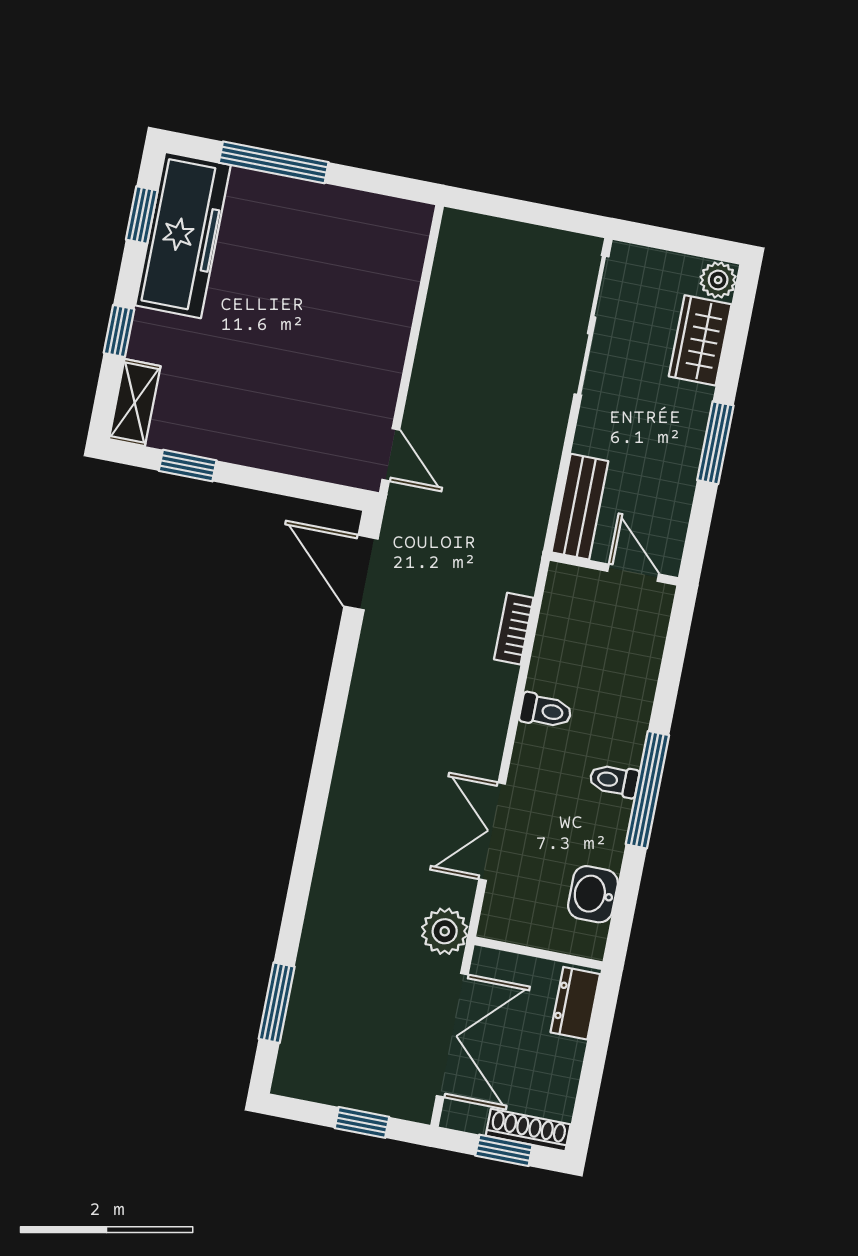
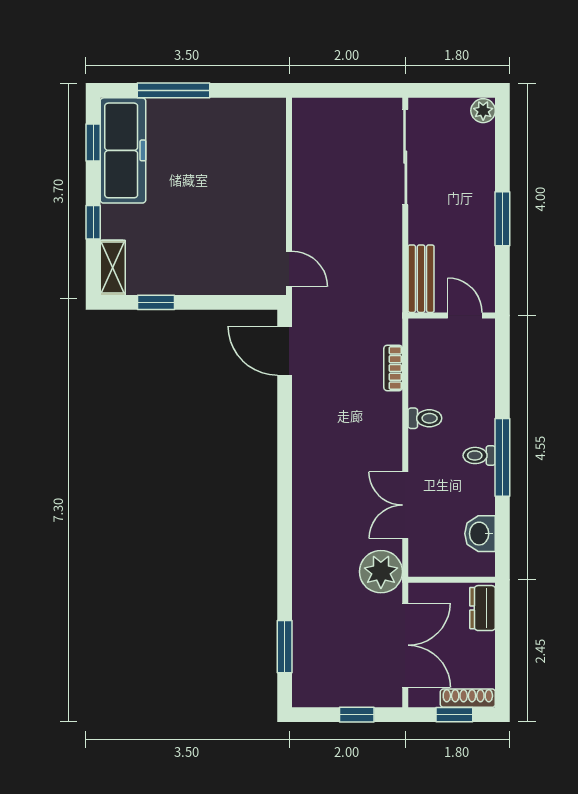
wardrobe: (700, 340) -> (479, 153), removed
plant: (445, 931) -> (381, 572), width x1.36, depth x1.36

